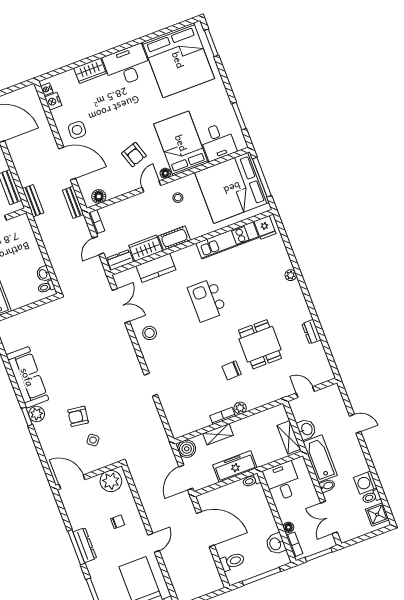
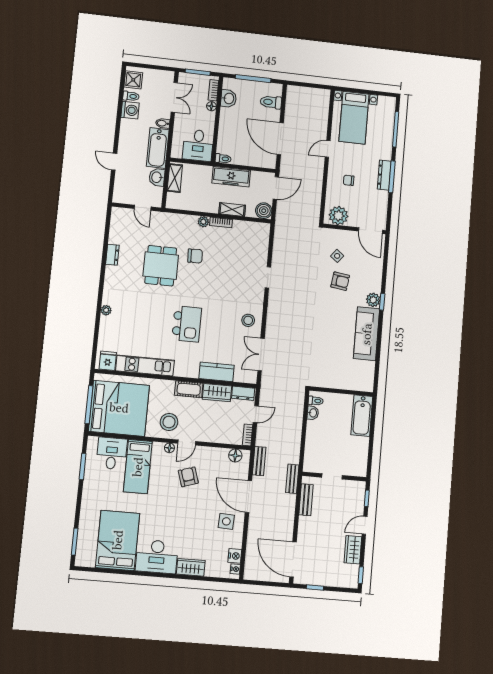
bed: (178, 60) -> (118, 540), width x0.73
bed: (181, 143) -> (138, 467), width x0.67
stool: (178, 198) -> (169, 422), width x1.89, depth x1.89

